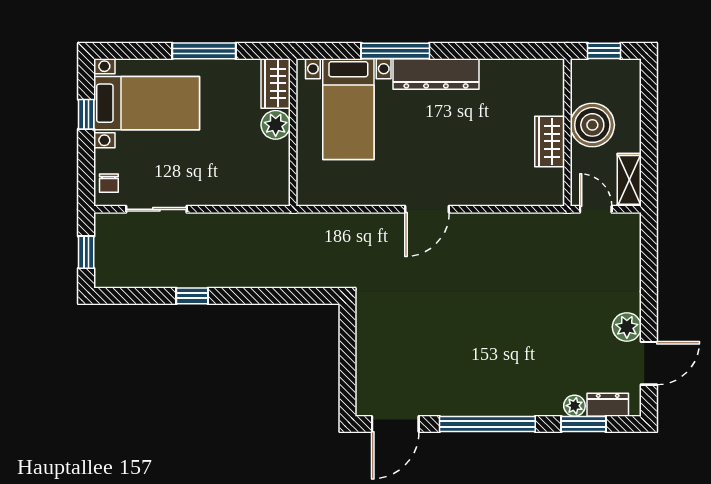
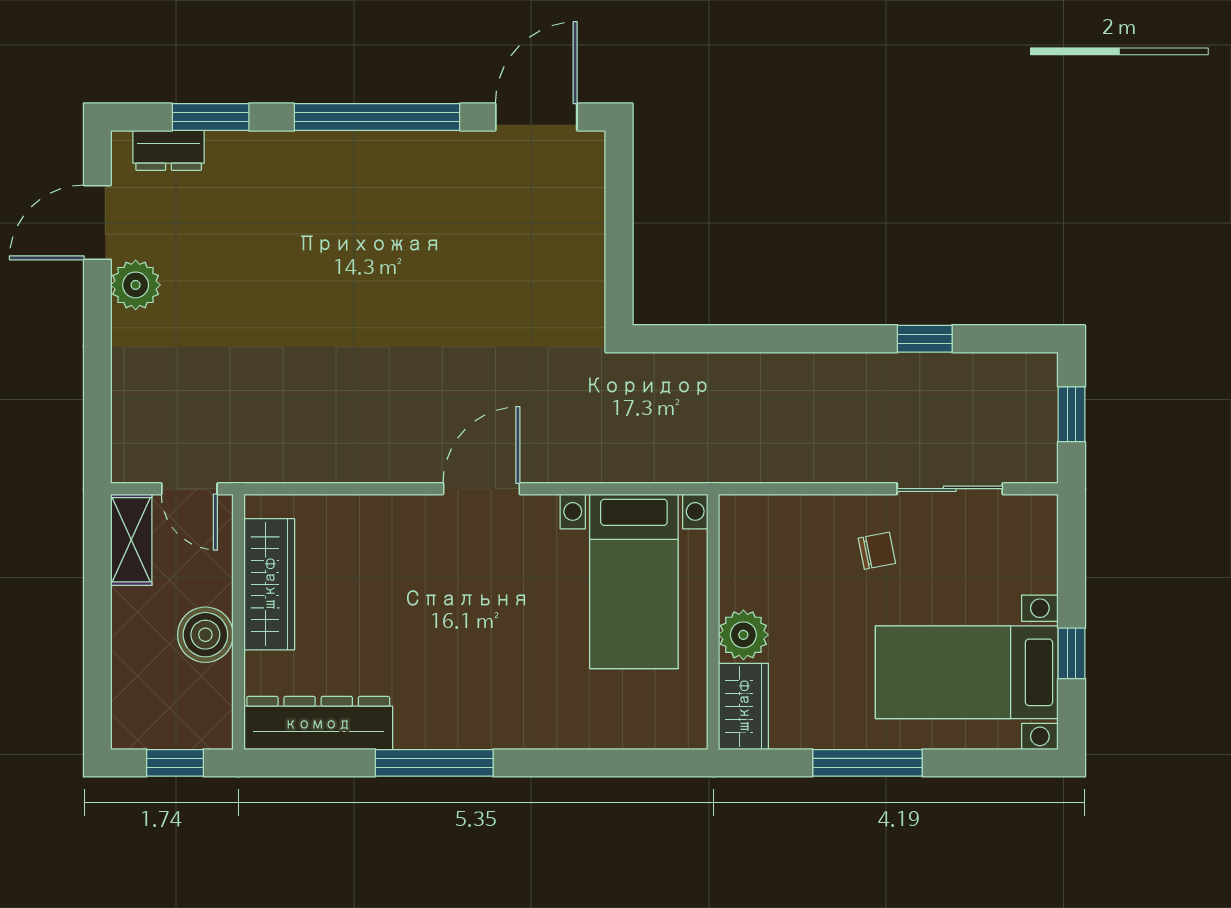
window: (395, 51) -> (434, 763), moved
dresser: (436, 74) -> (318, 723), moved
bed with nightstands: (348, 109) -> (634, 581), moved, turned 180
boiler: (592, 125) -> (205, 635), width x0.73, depth x0.73
wardrobe: (550, 141) -> (269, 584), width x1.50
chair: (109, 183) -> (877, 551), moved, turned 79
window: (192, 296) -> (925, 339), moved
plant: (574, 406) -> (226, 149), removed

